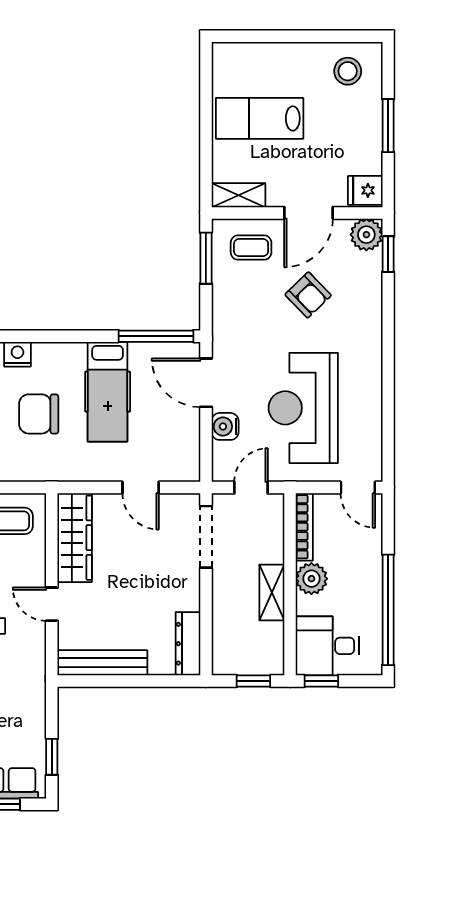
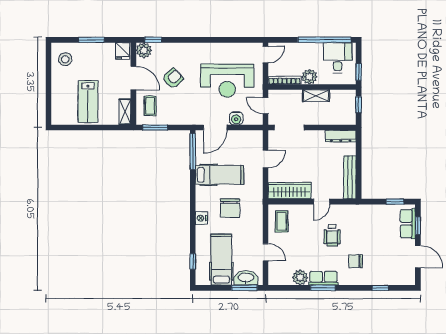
desk: (327, 646) -> (338, 58), moved, turned 180

